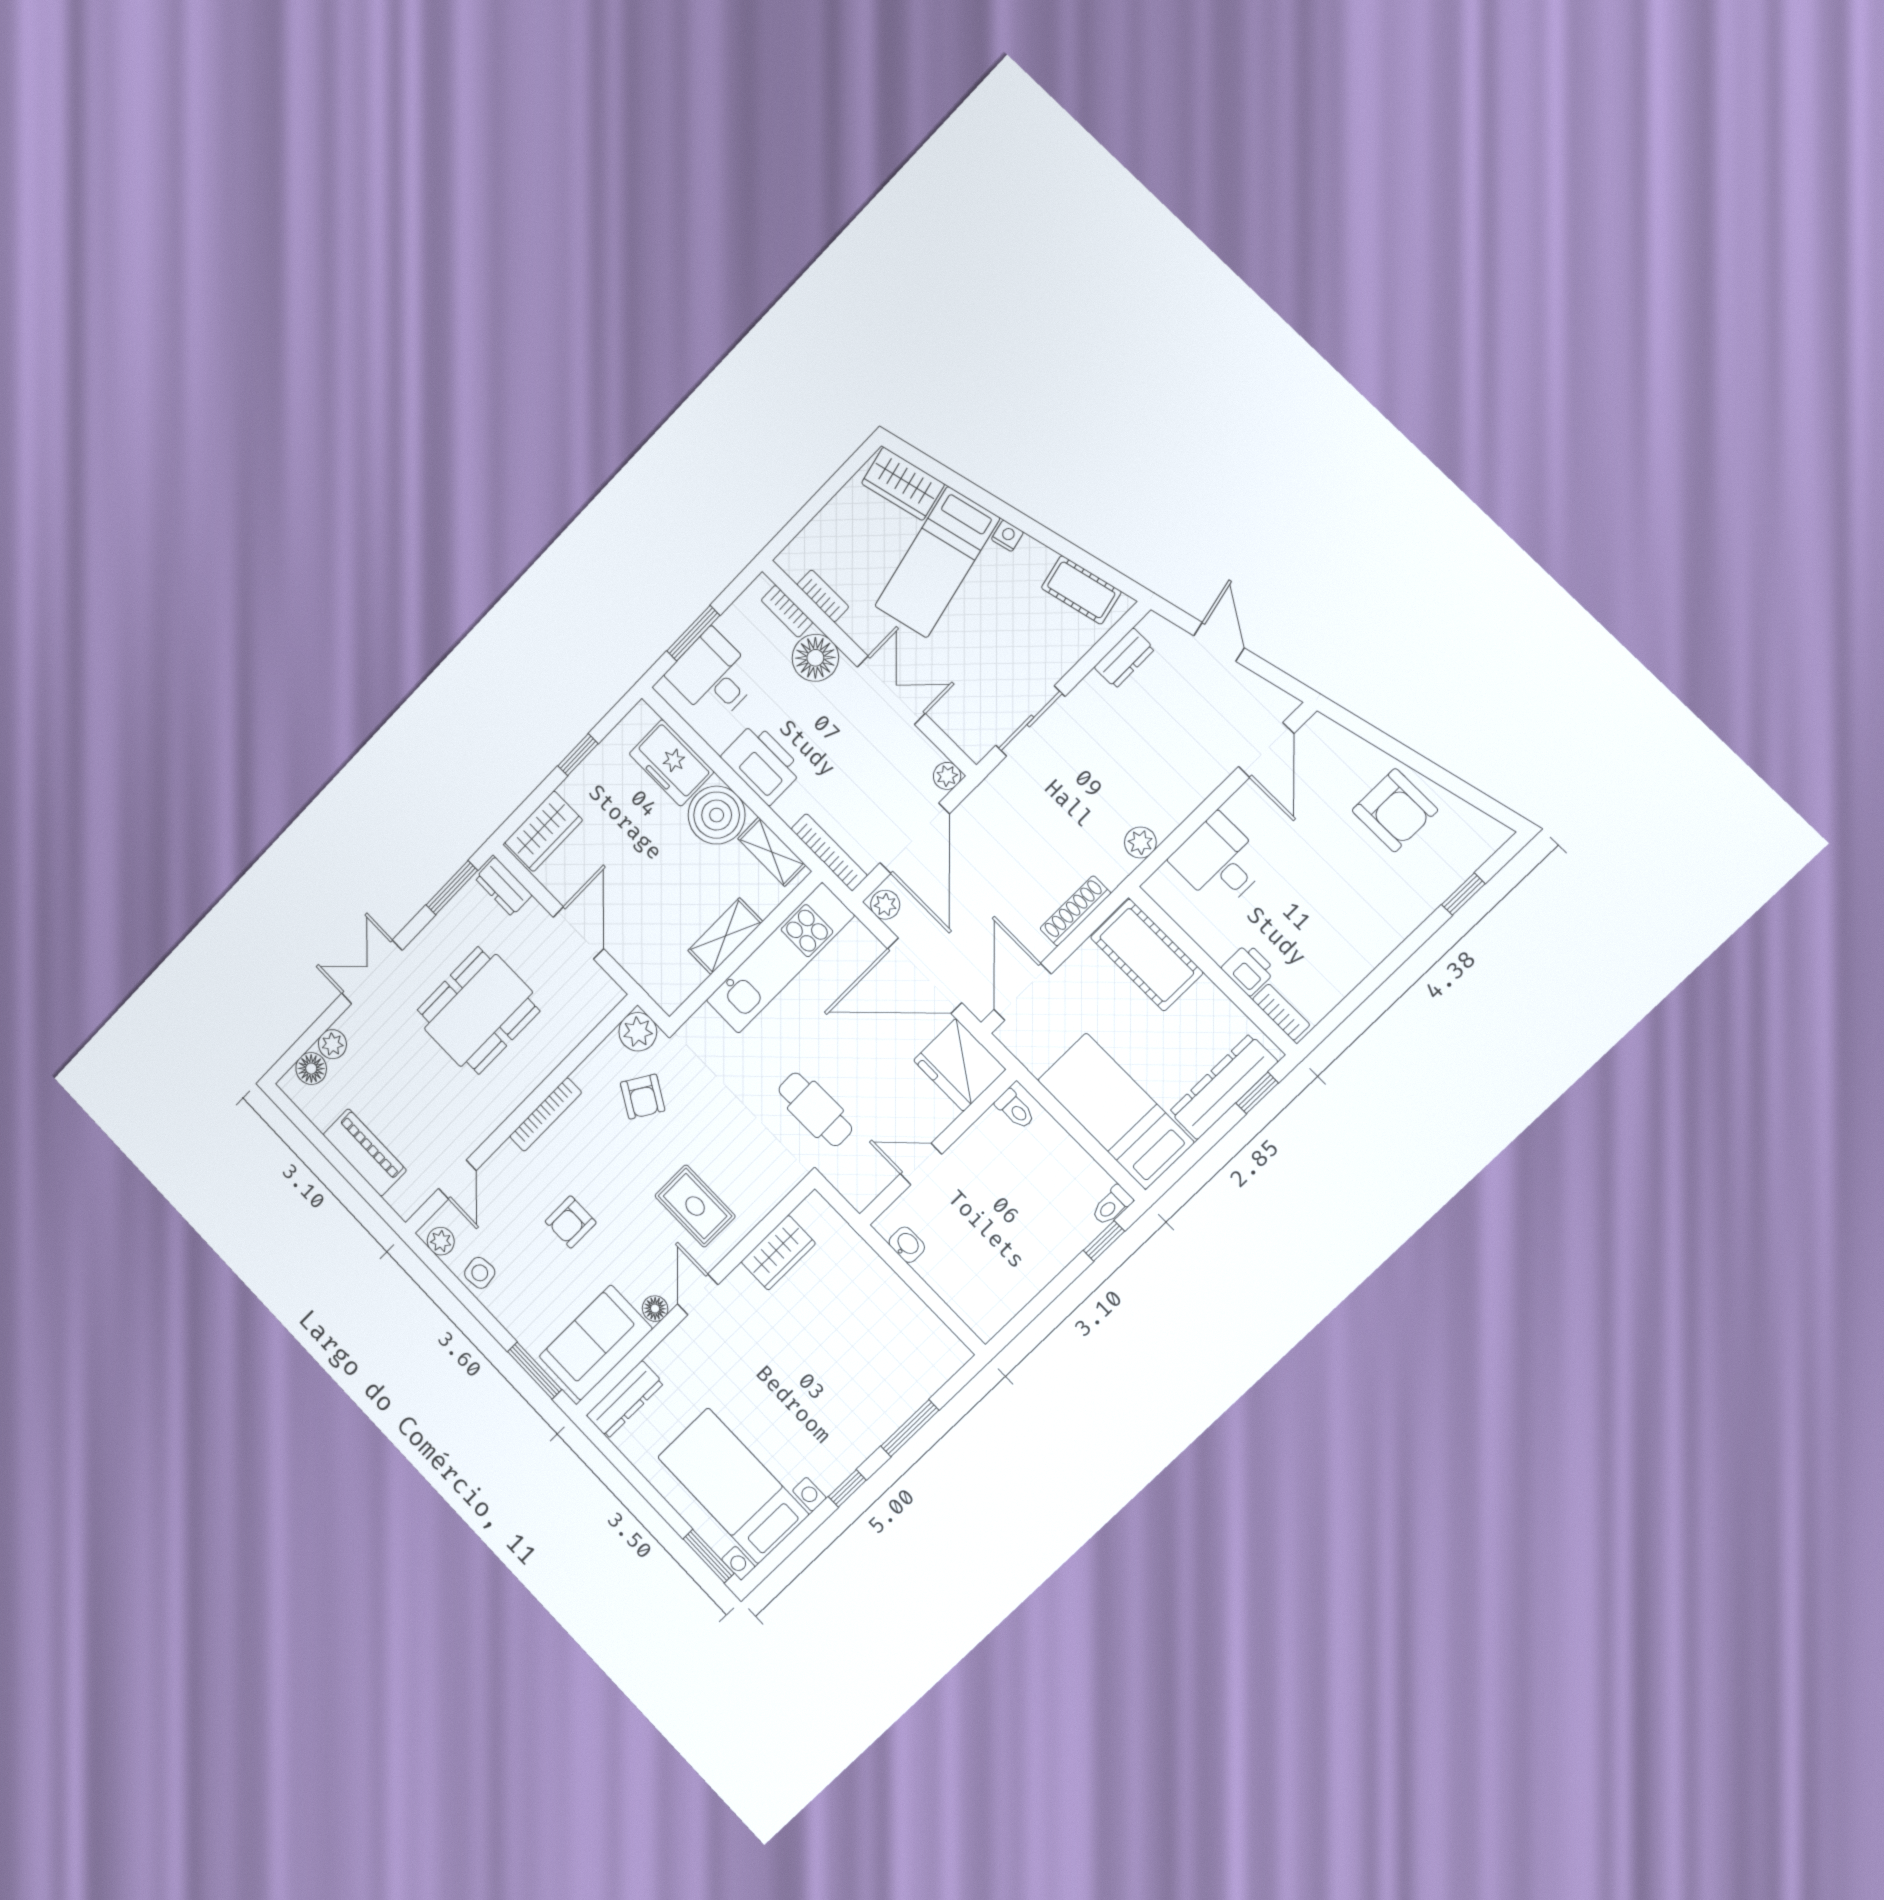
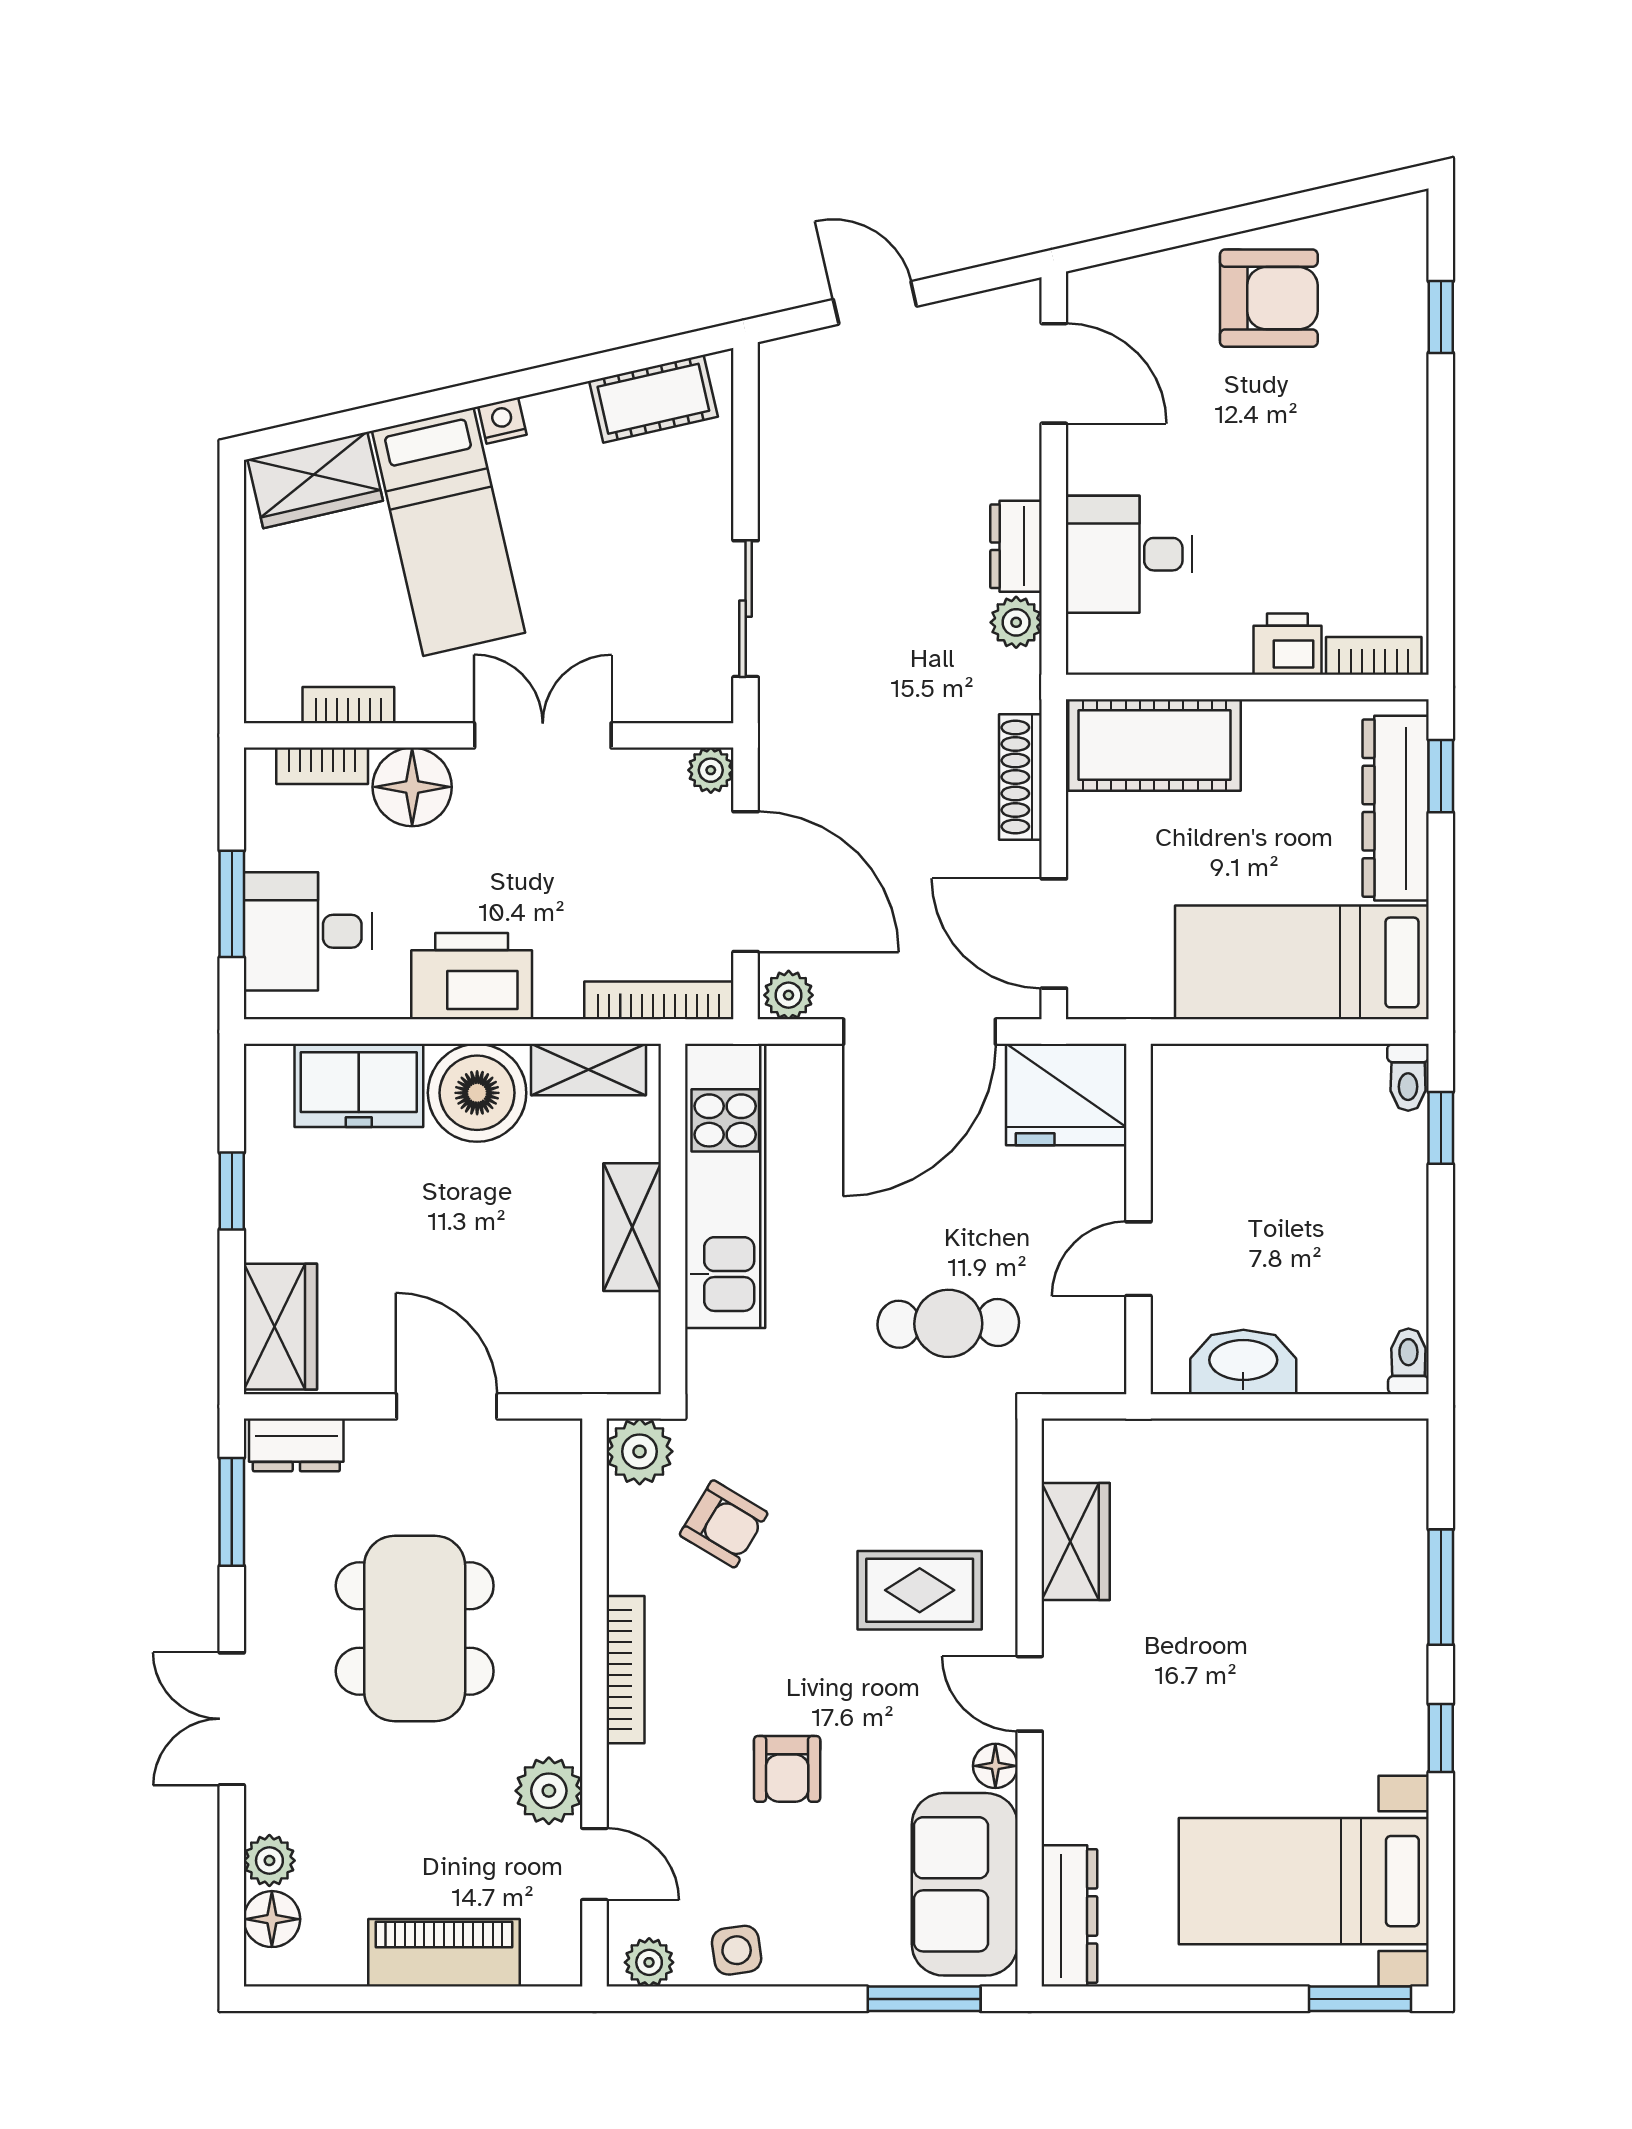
dresser: (1124, 658) -> (1016, 546), moved, turned 180
toilet: (1015, 1109) -> (1408, 1361), moved, turned -90
plant: (468, 1131) -> (549, 1791), added
washbasin: (907, 1245) -> (1243, 1362), width x1.91, depth x1.45

